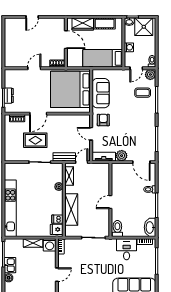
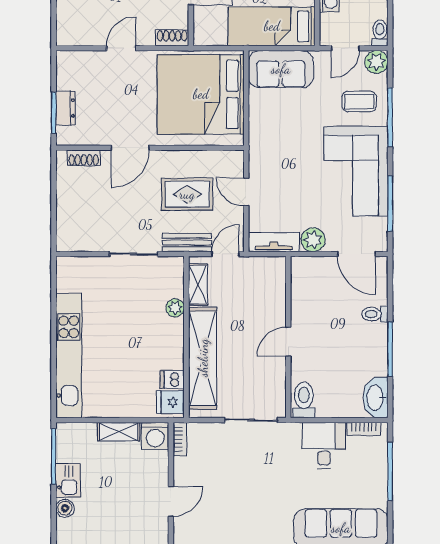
sofa: (101, 93) -> (281, 69), moved, turned 90
armchair: (103, 120) -> (273, 162), removed
corner sofa: (141, 124) -> (356, 171), added
rug: (35, 140) -> (187, 194), moved
shelving: (71, 210) -> (203, 358), width x1.47

